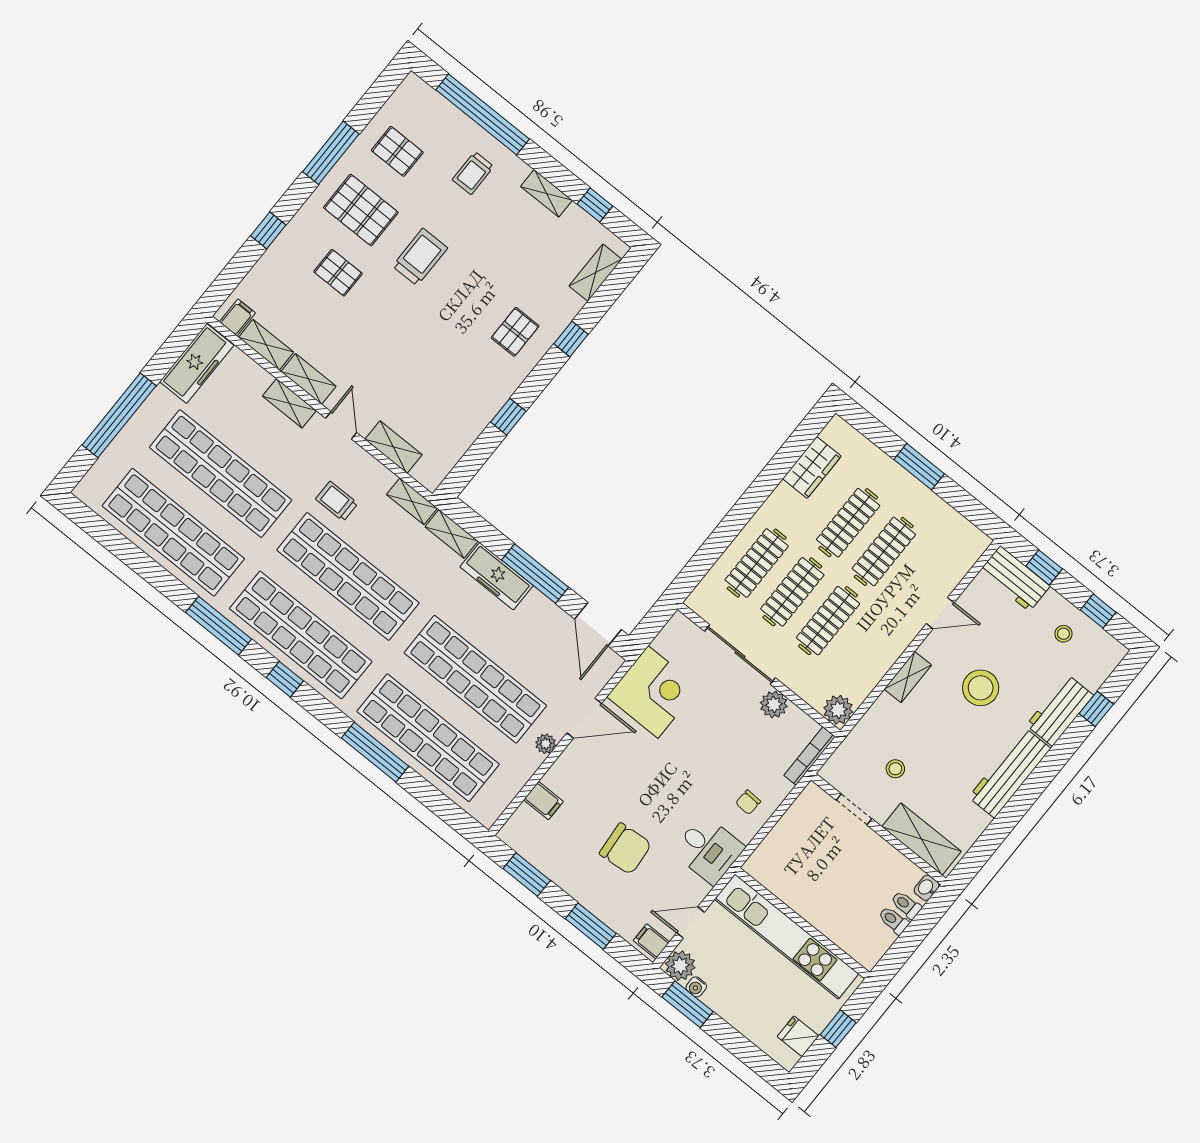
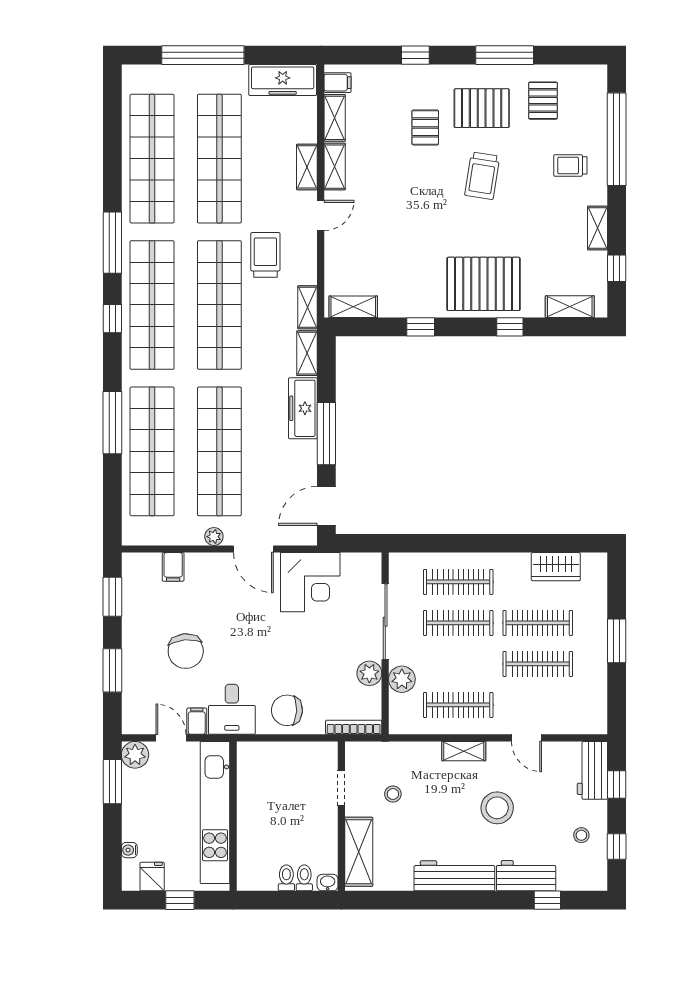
pallet: (361, 210) -> (482, 108), turned 90
trolley: (420, 257) -> (482, 176), turned 99
pallet: (515, 332) -> (483, 284), width x2.05, depth x2.00
shelving: (394, 447) -> (353, 307), moved, turned 90
trolley: (337, 501) -> (265, 255), width x1.36, depth x1.39
clothes rail: (828, 621) -> (458, 705), moved
plant: (838, 710) -> (402, 679), moved
chair: (748, 802) -> (287, 710), width x1.87, depth x1.87
filing cabinet: (651, 941) -> (197, 721), moved
water cooler: (696, 987) -> (129, 850), moved

